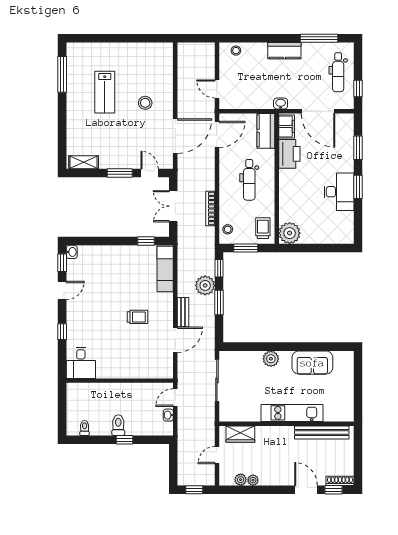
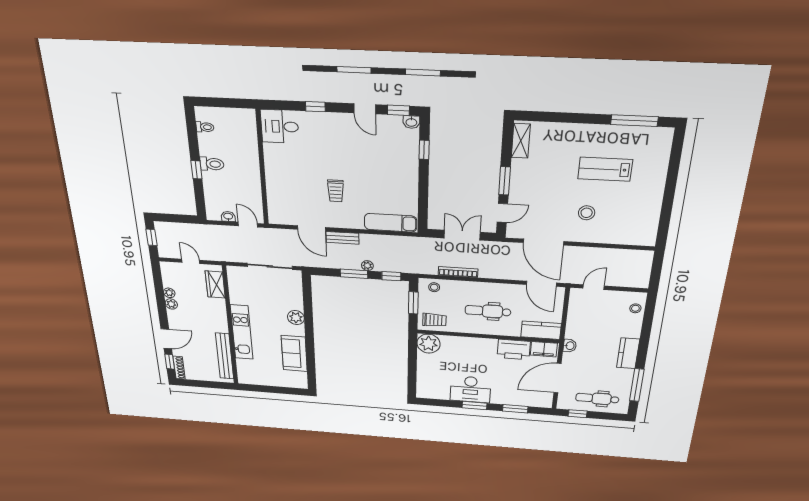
window: (146, 241) -> (424, 150), moved
plant: (205, 285) -> (367, 266), width x0.53, depth x0.53
plant: (241, 480) -> (171, 304), moved

